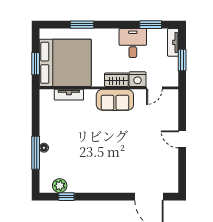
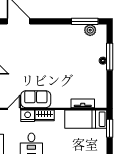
bed: (65, 63) -> (86, 119), width x0.49
sofa: (115, 100) -> (36, 99), moved
window: (66, 197) -> (85, 21), width x2.17

